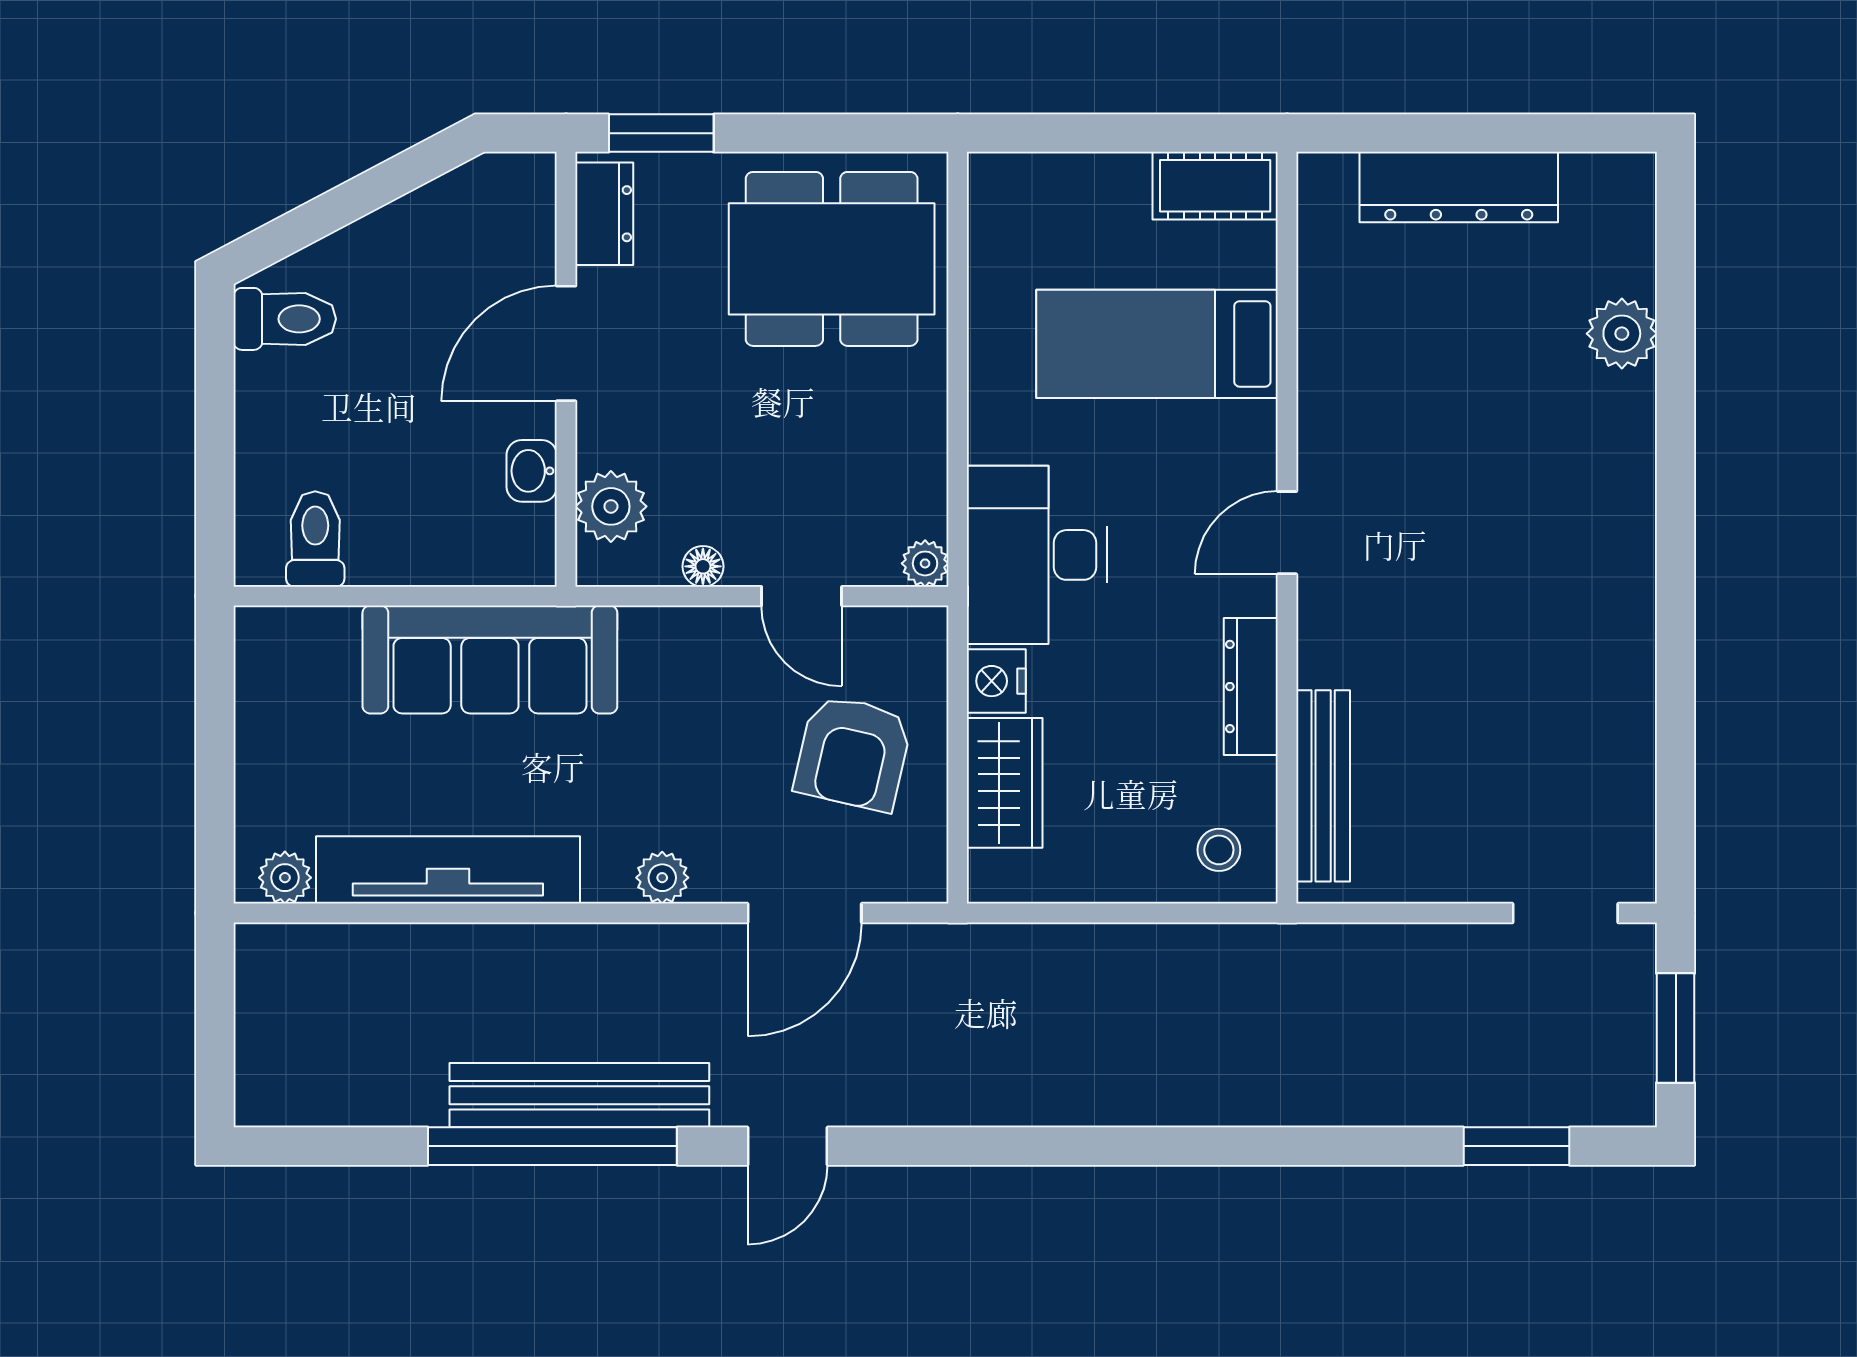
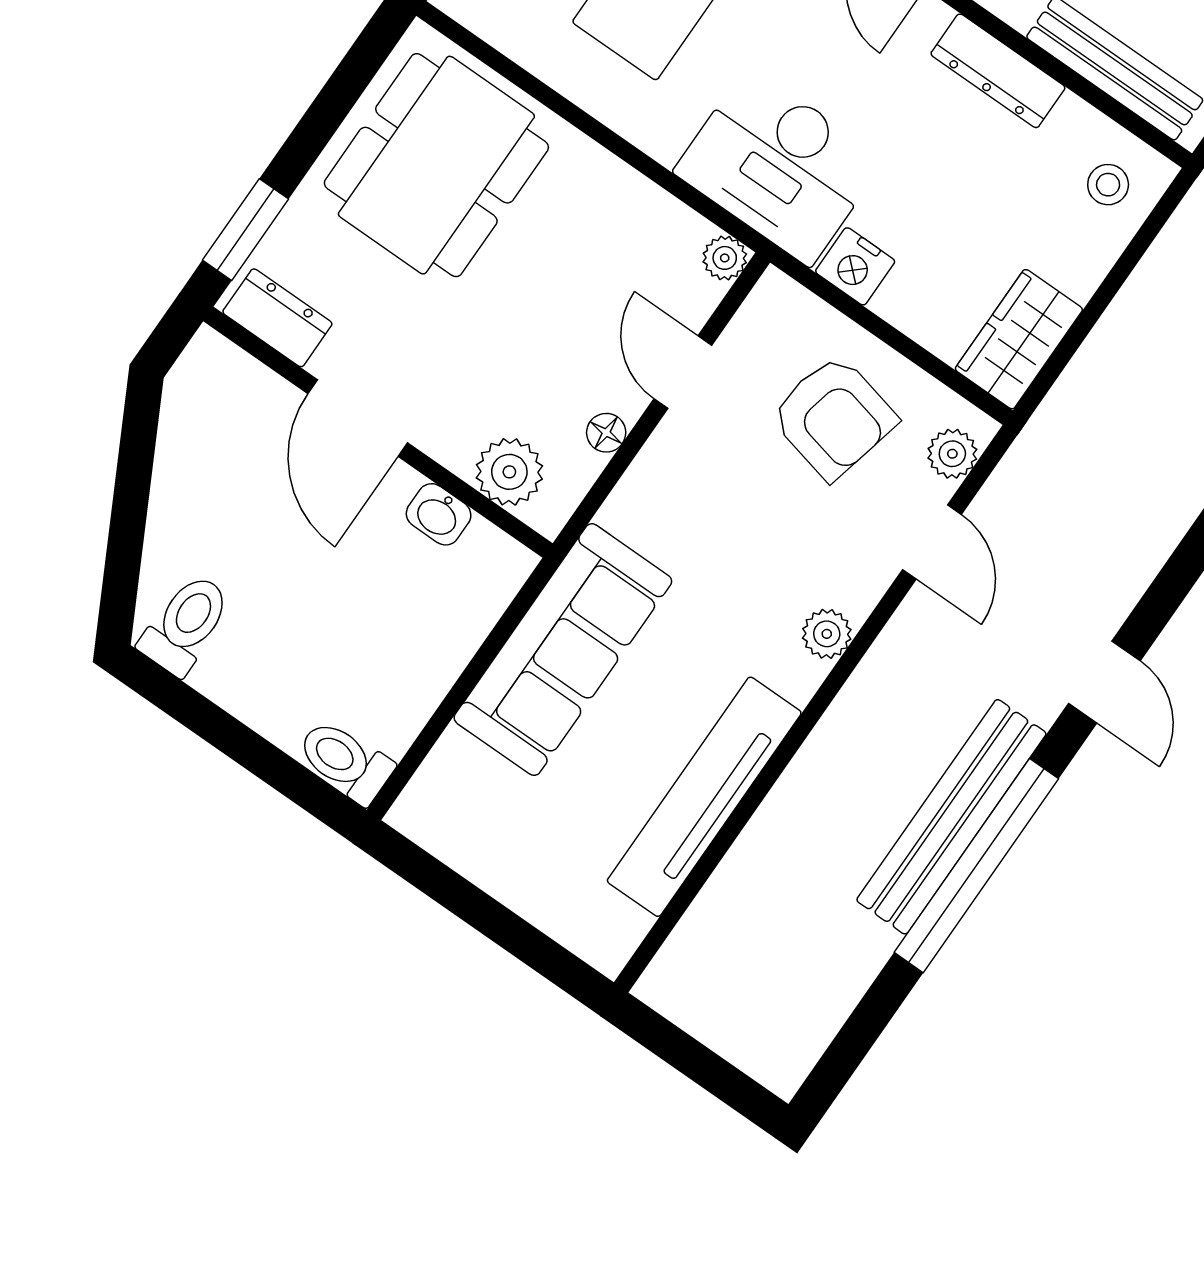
toilet: (315, 539) -> (345, 761), moved
door: (802, 596) -> (683, 372), swing flipped
wardrobe: (1005, 783) -> (1019, 339), moved, turned -90
plant: (285, 878) -> (952, 454), moved
door: (805, 913) -> (932, 542), width x0.73

